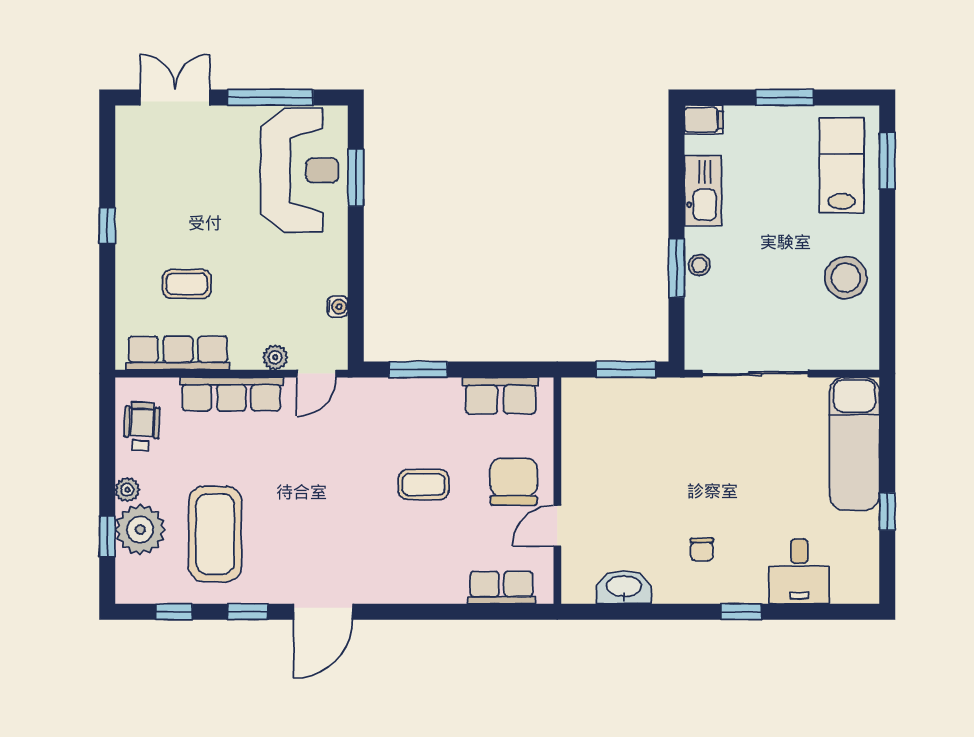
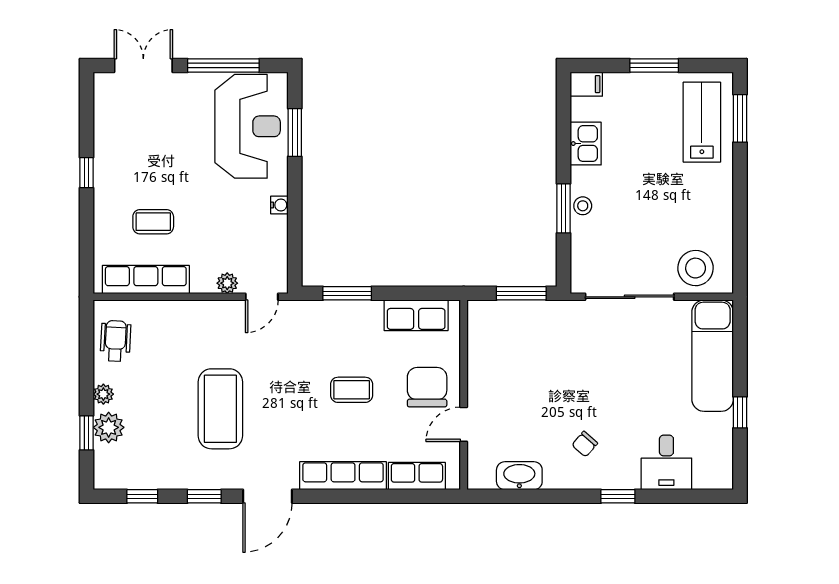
kitchen sink: (703, 191) -> (586, 144), width x0.73
stool: (846, 278) -> (696, 268), moved
water cooler: (337, 307) -> (279, 205), moved
row of seats: (231, 394) -> (343, 476), moved, turned 180
plant: (140, 530) -> (109, 427), width x0.73, depth x0.73
coffee table: (215, 534) -> (220, 409), moved
chair: (702, 549) -> (585, 444), turned 41

